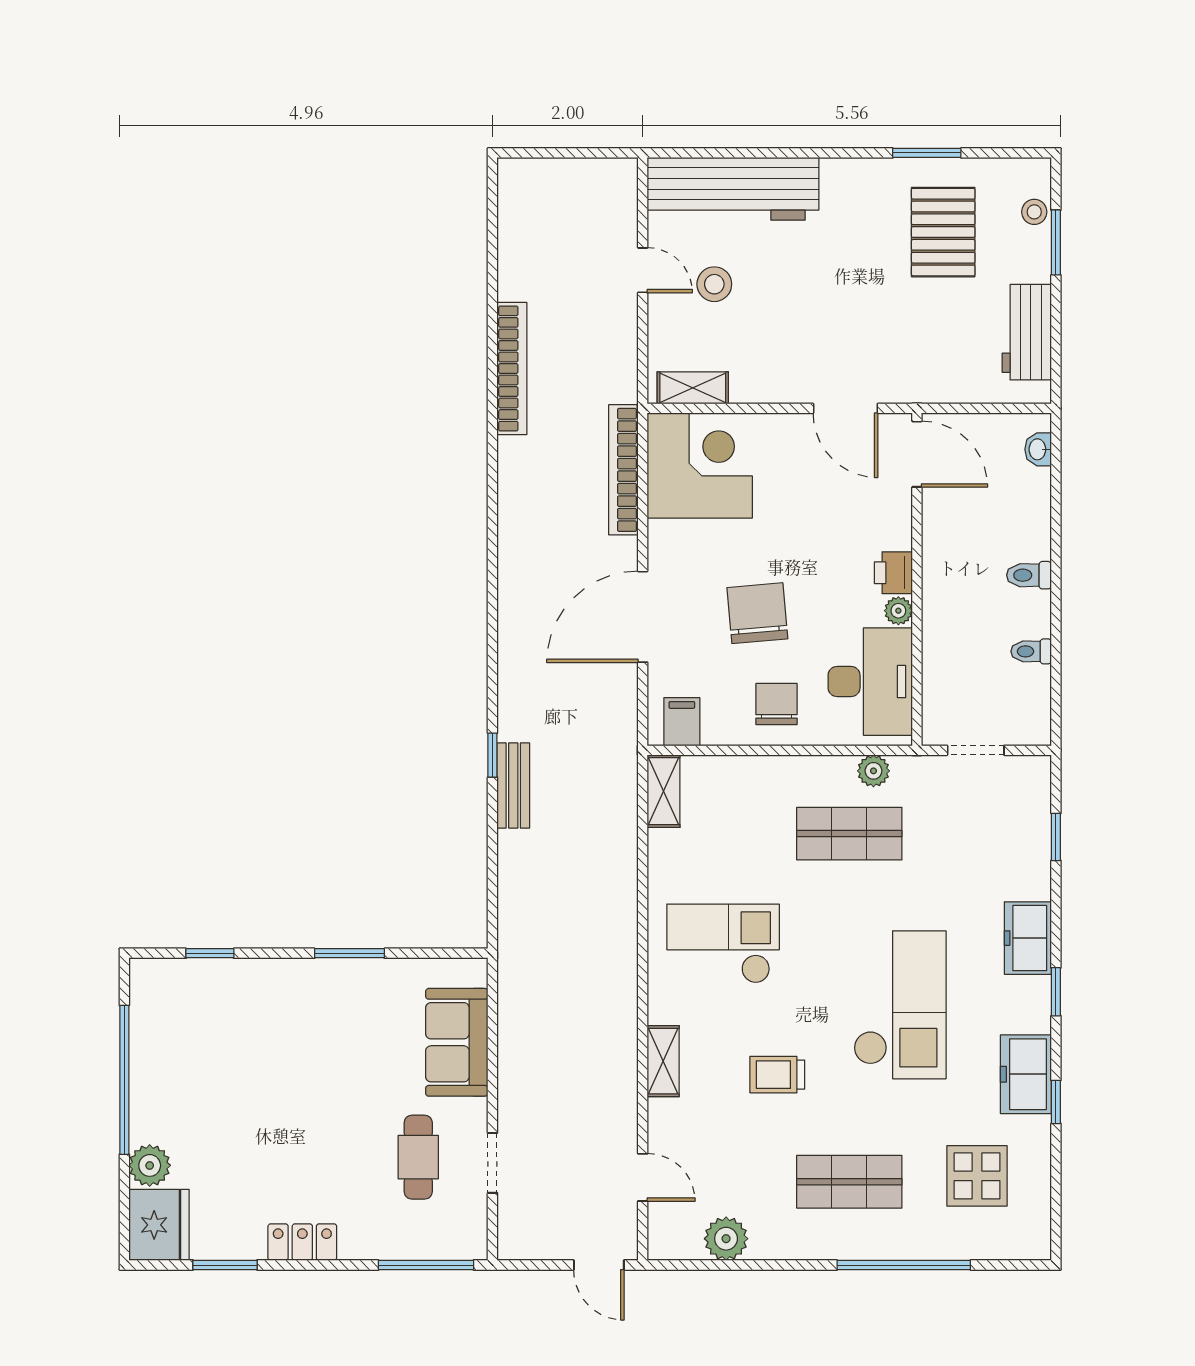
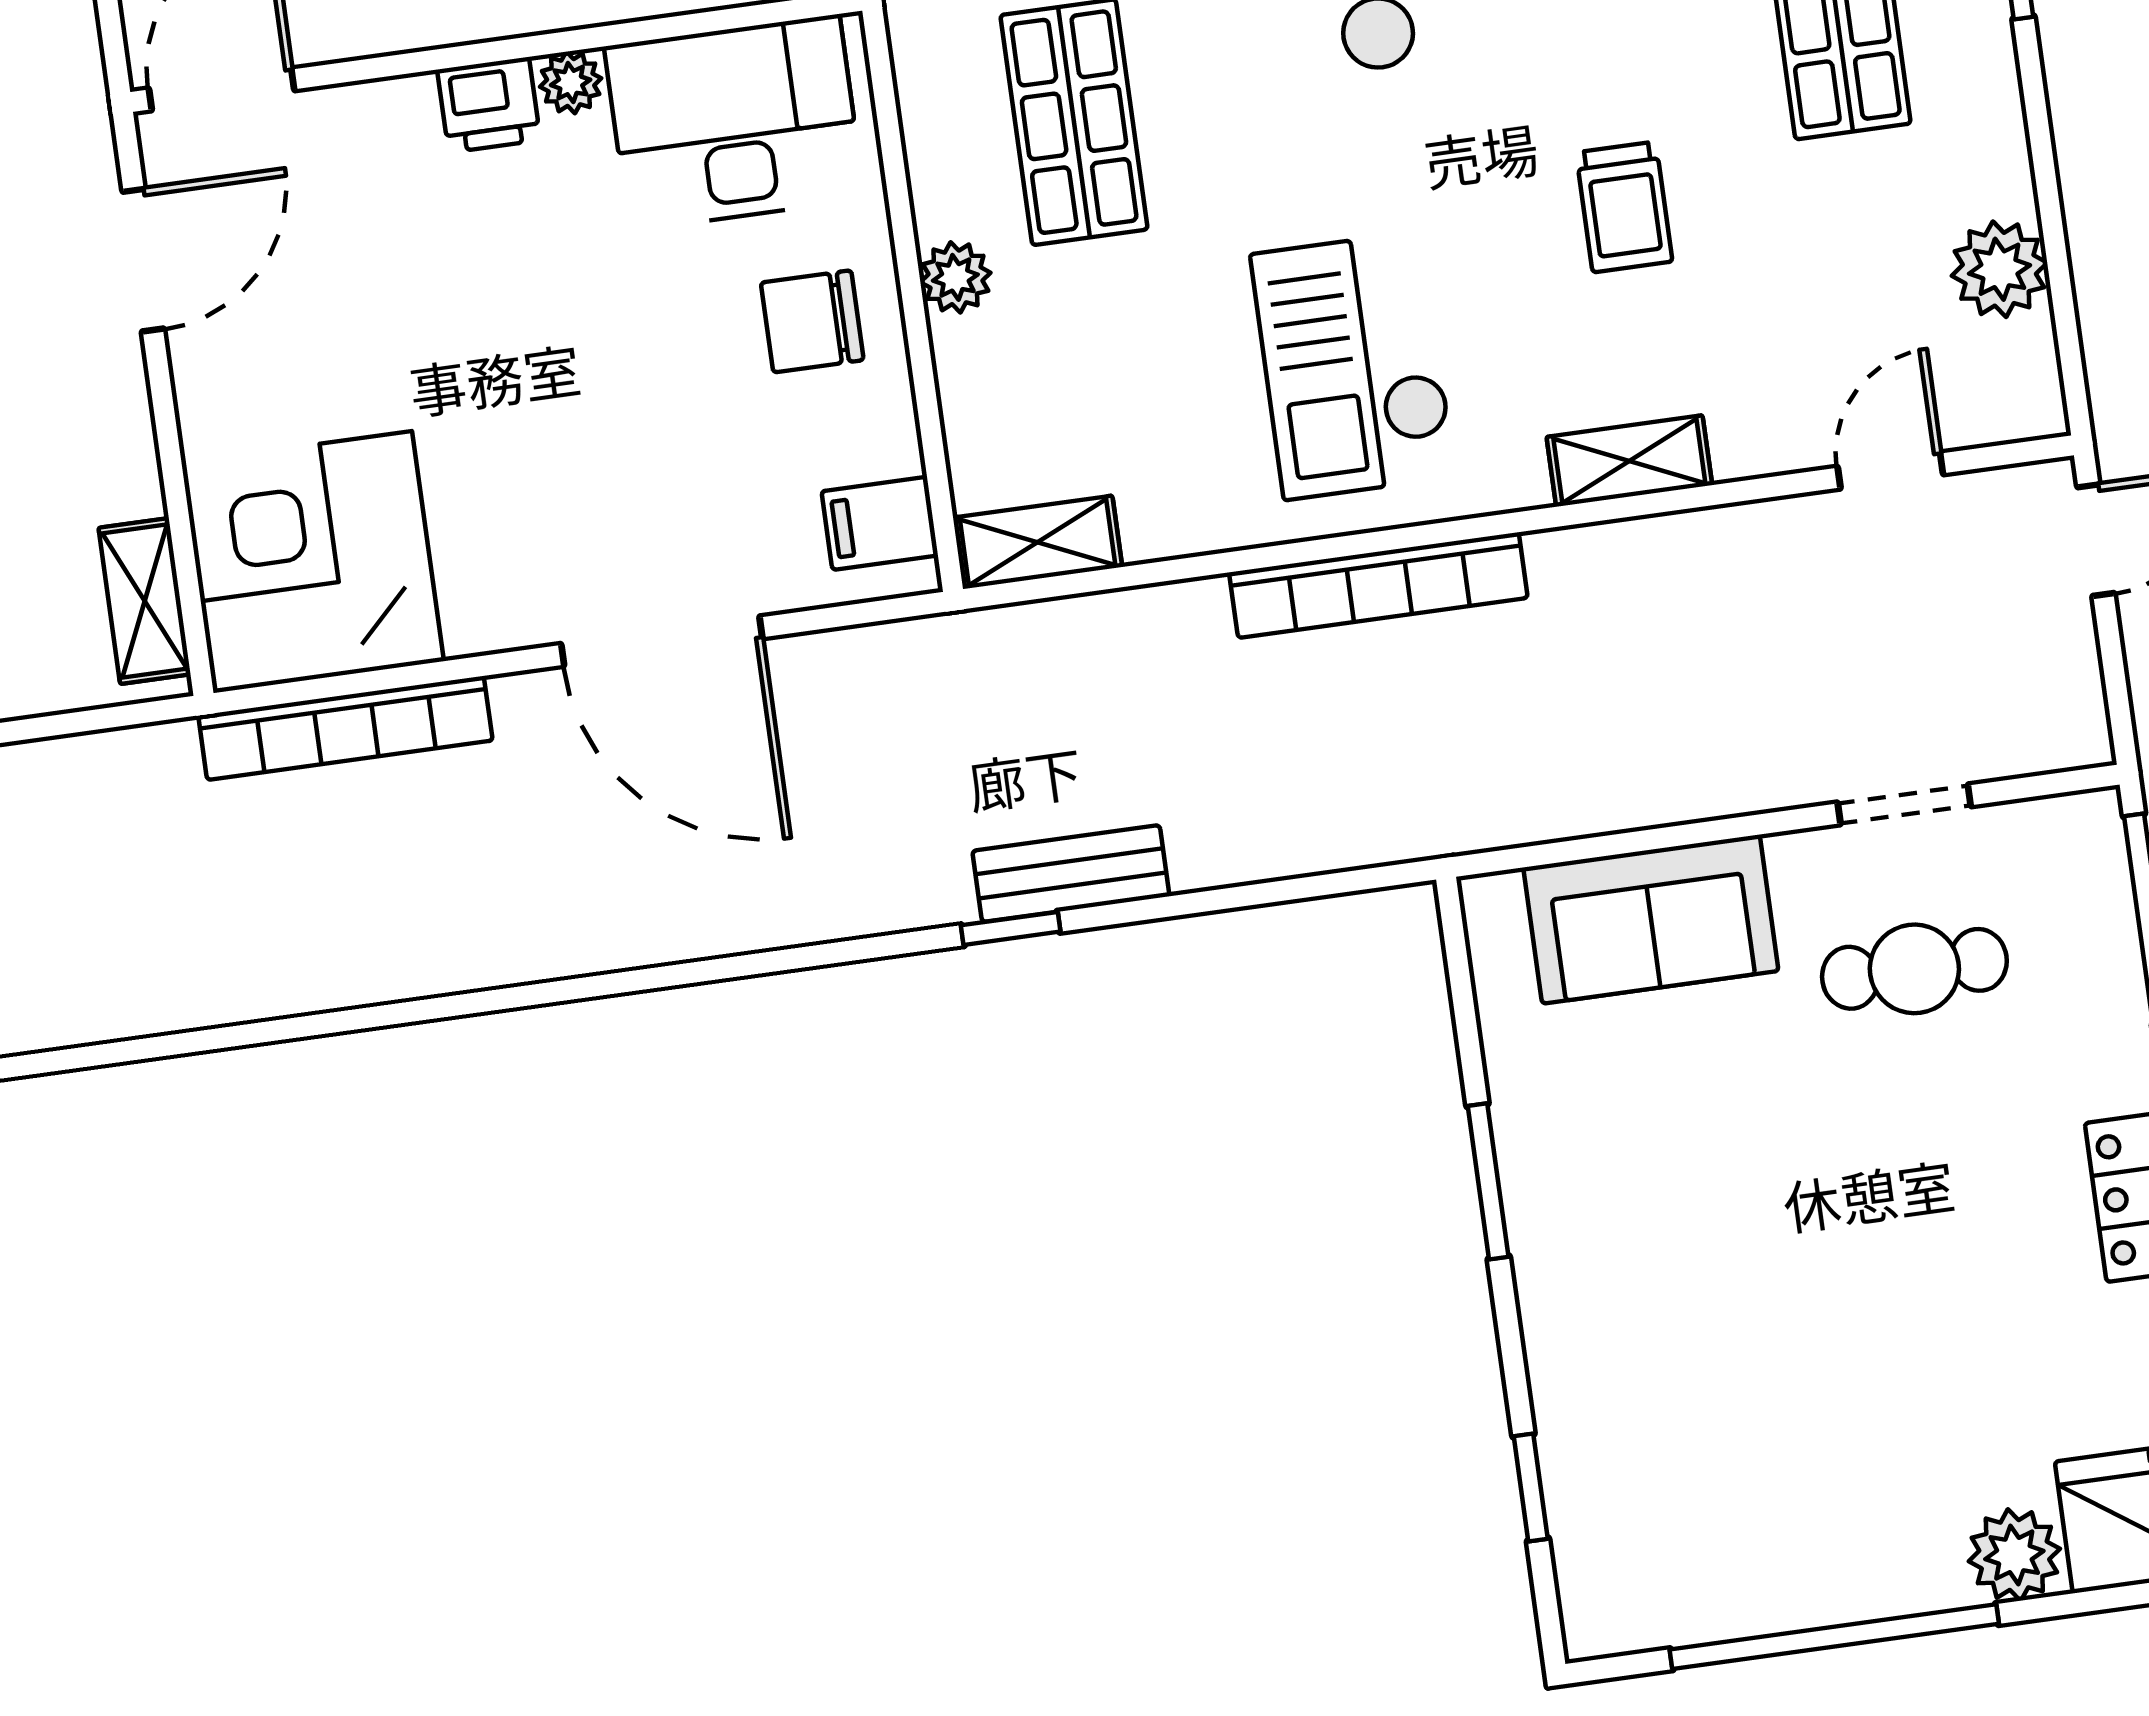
bookcase: (512, 368) -> (1378, 585), moved, turned 180
chair: (757, 613) -> (619, 391), removed
plant: (873, 771) -> (955, 277), moved

